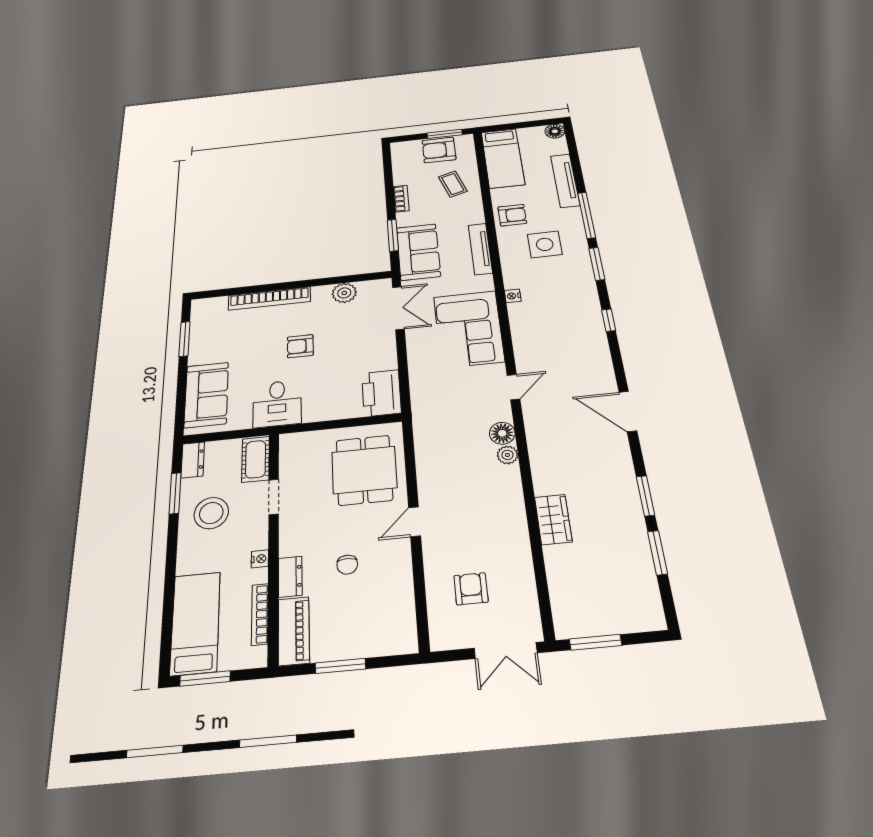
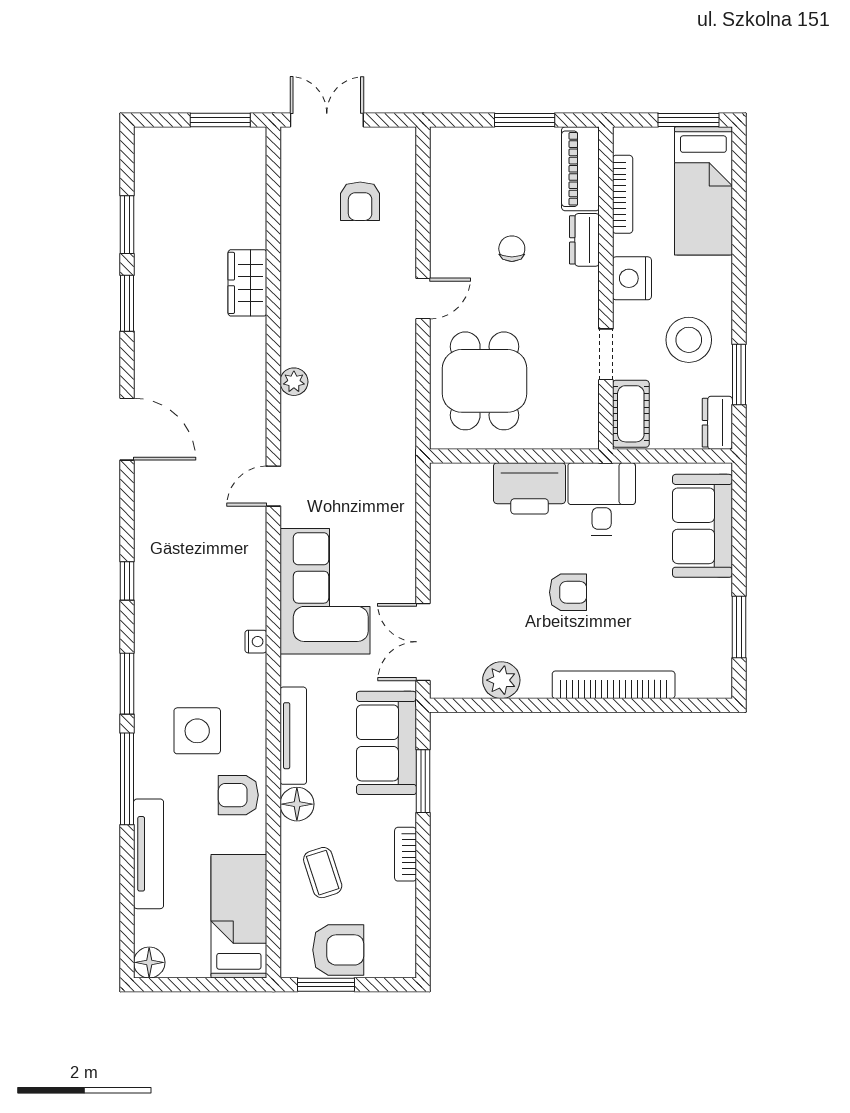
printer: (381, 393) -> (530, 488), moved, turned 90
floor lamp: (502, 433) -> (297, 804), moved
nightstand: (260, 559) -> (632, 278), width x1.89, depth x1.79

